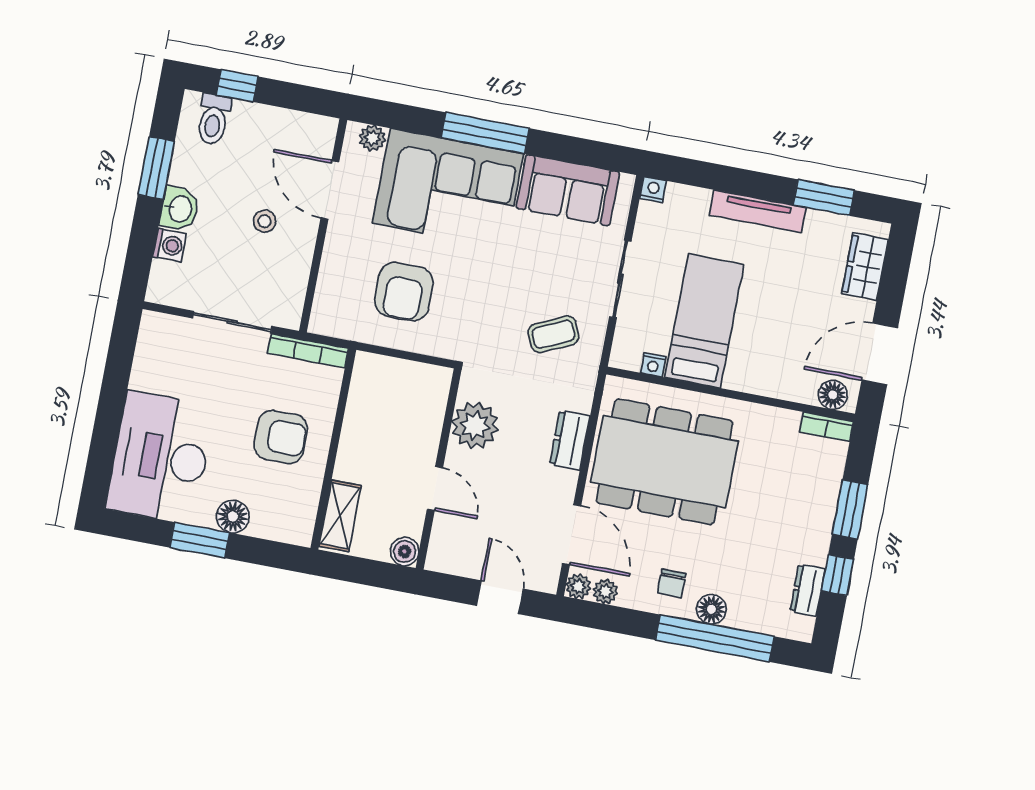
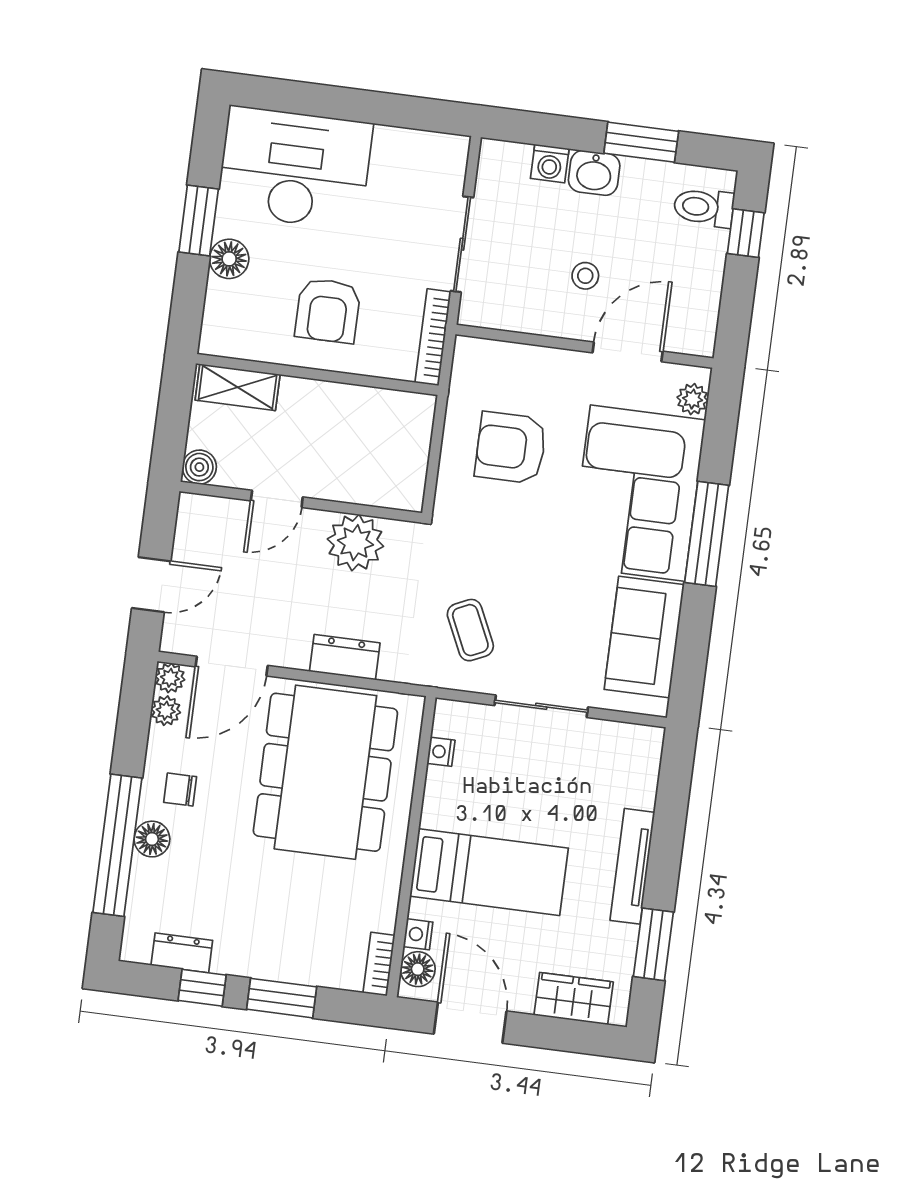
nightstand: (653, 190) -> (418, 934), moved, turned 180
bed: (704, 321) -> (489, 872), moved

